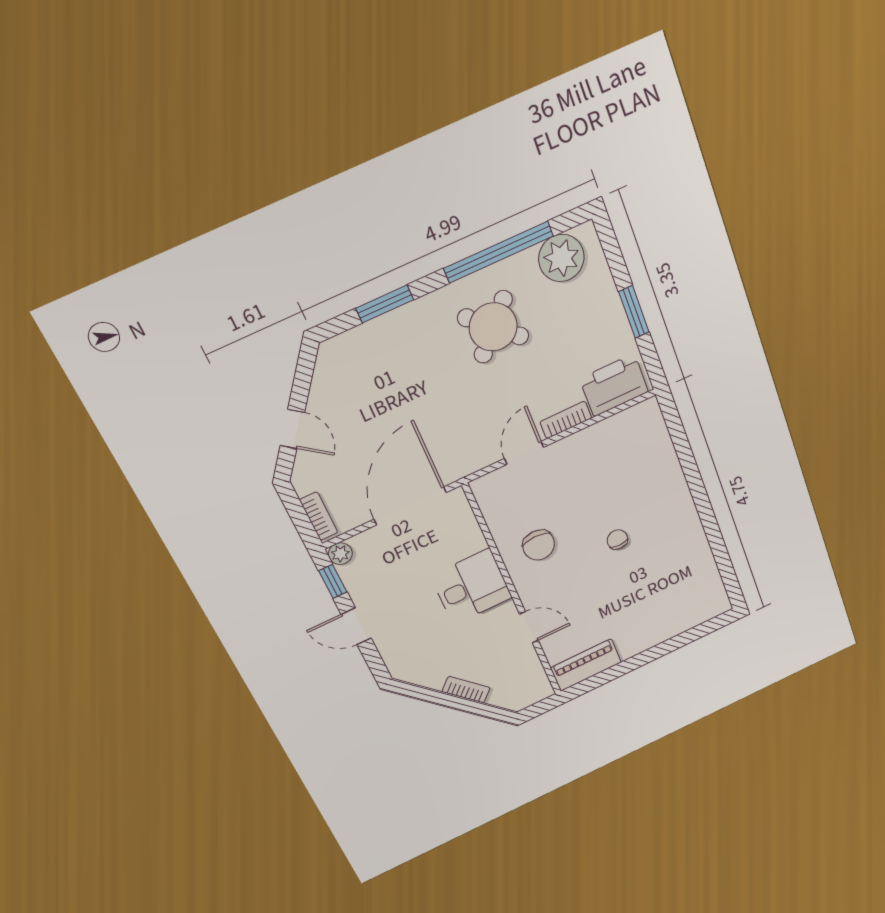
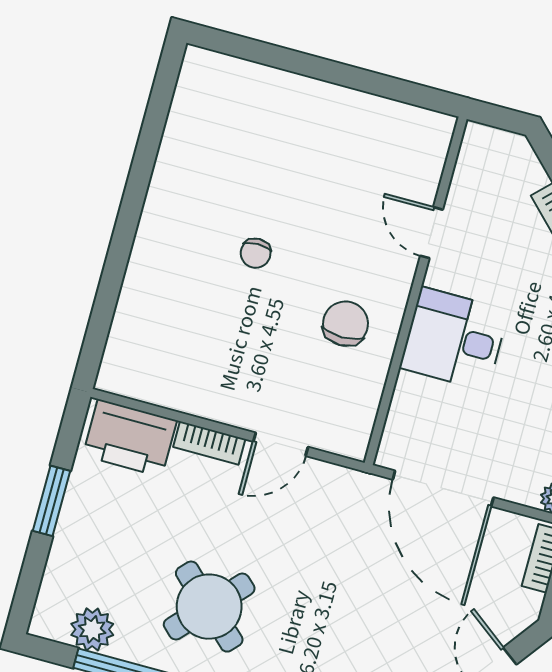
plant: (561, 258) -> (92, 629), width x0.73, depth x0.73
door: (410, 506) -> (443, 488), hinge flipped
piano: (586, 665) -> (405, 125), removed

